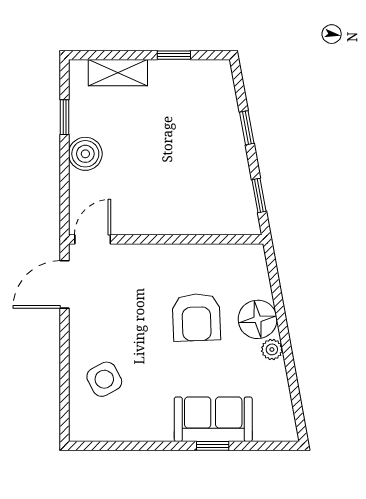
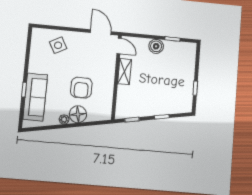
shelving: (118, 73) -> (125, 72), moved
armchair: (196, 317) -> (81, 88), turned -88
sofa: (213, 419) -> (35, 97), width x1.36

